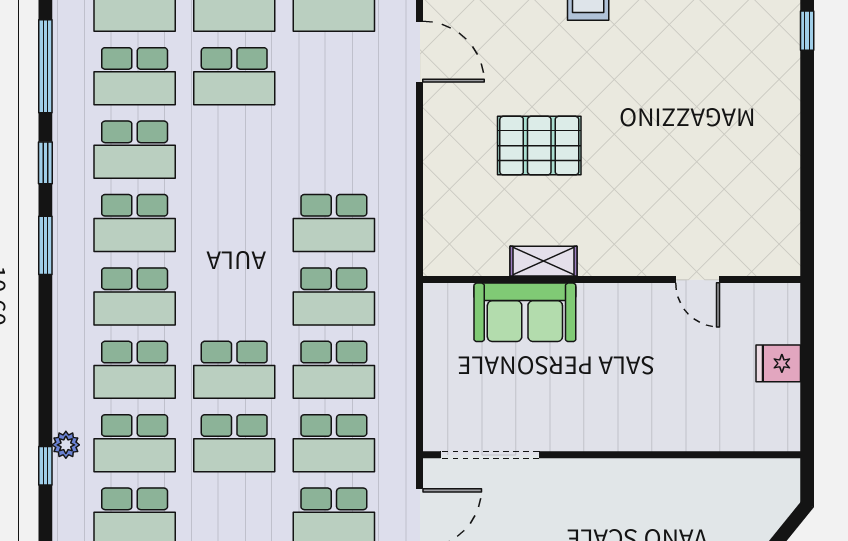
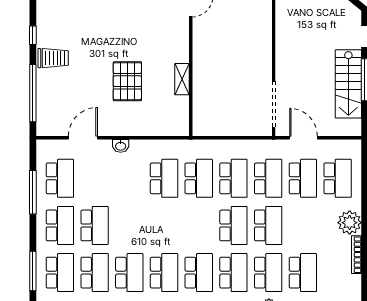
washbasin: (403, 131) -> (121, 146), added
sofa: (525, 312) -> (206, 88), removed

